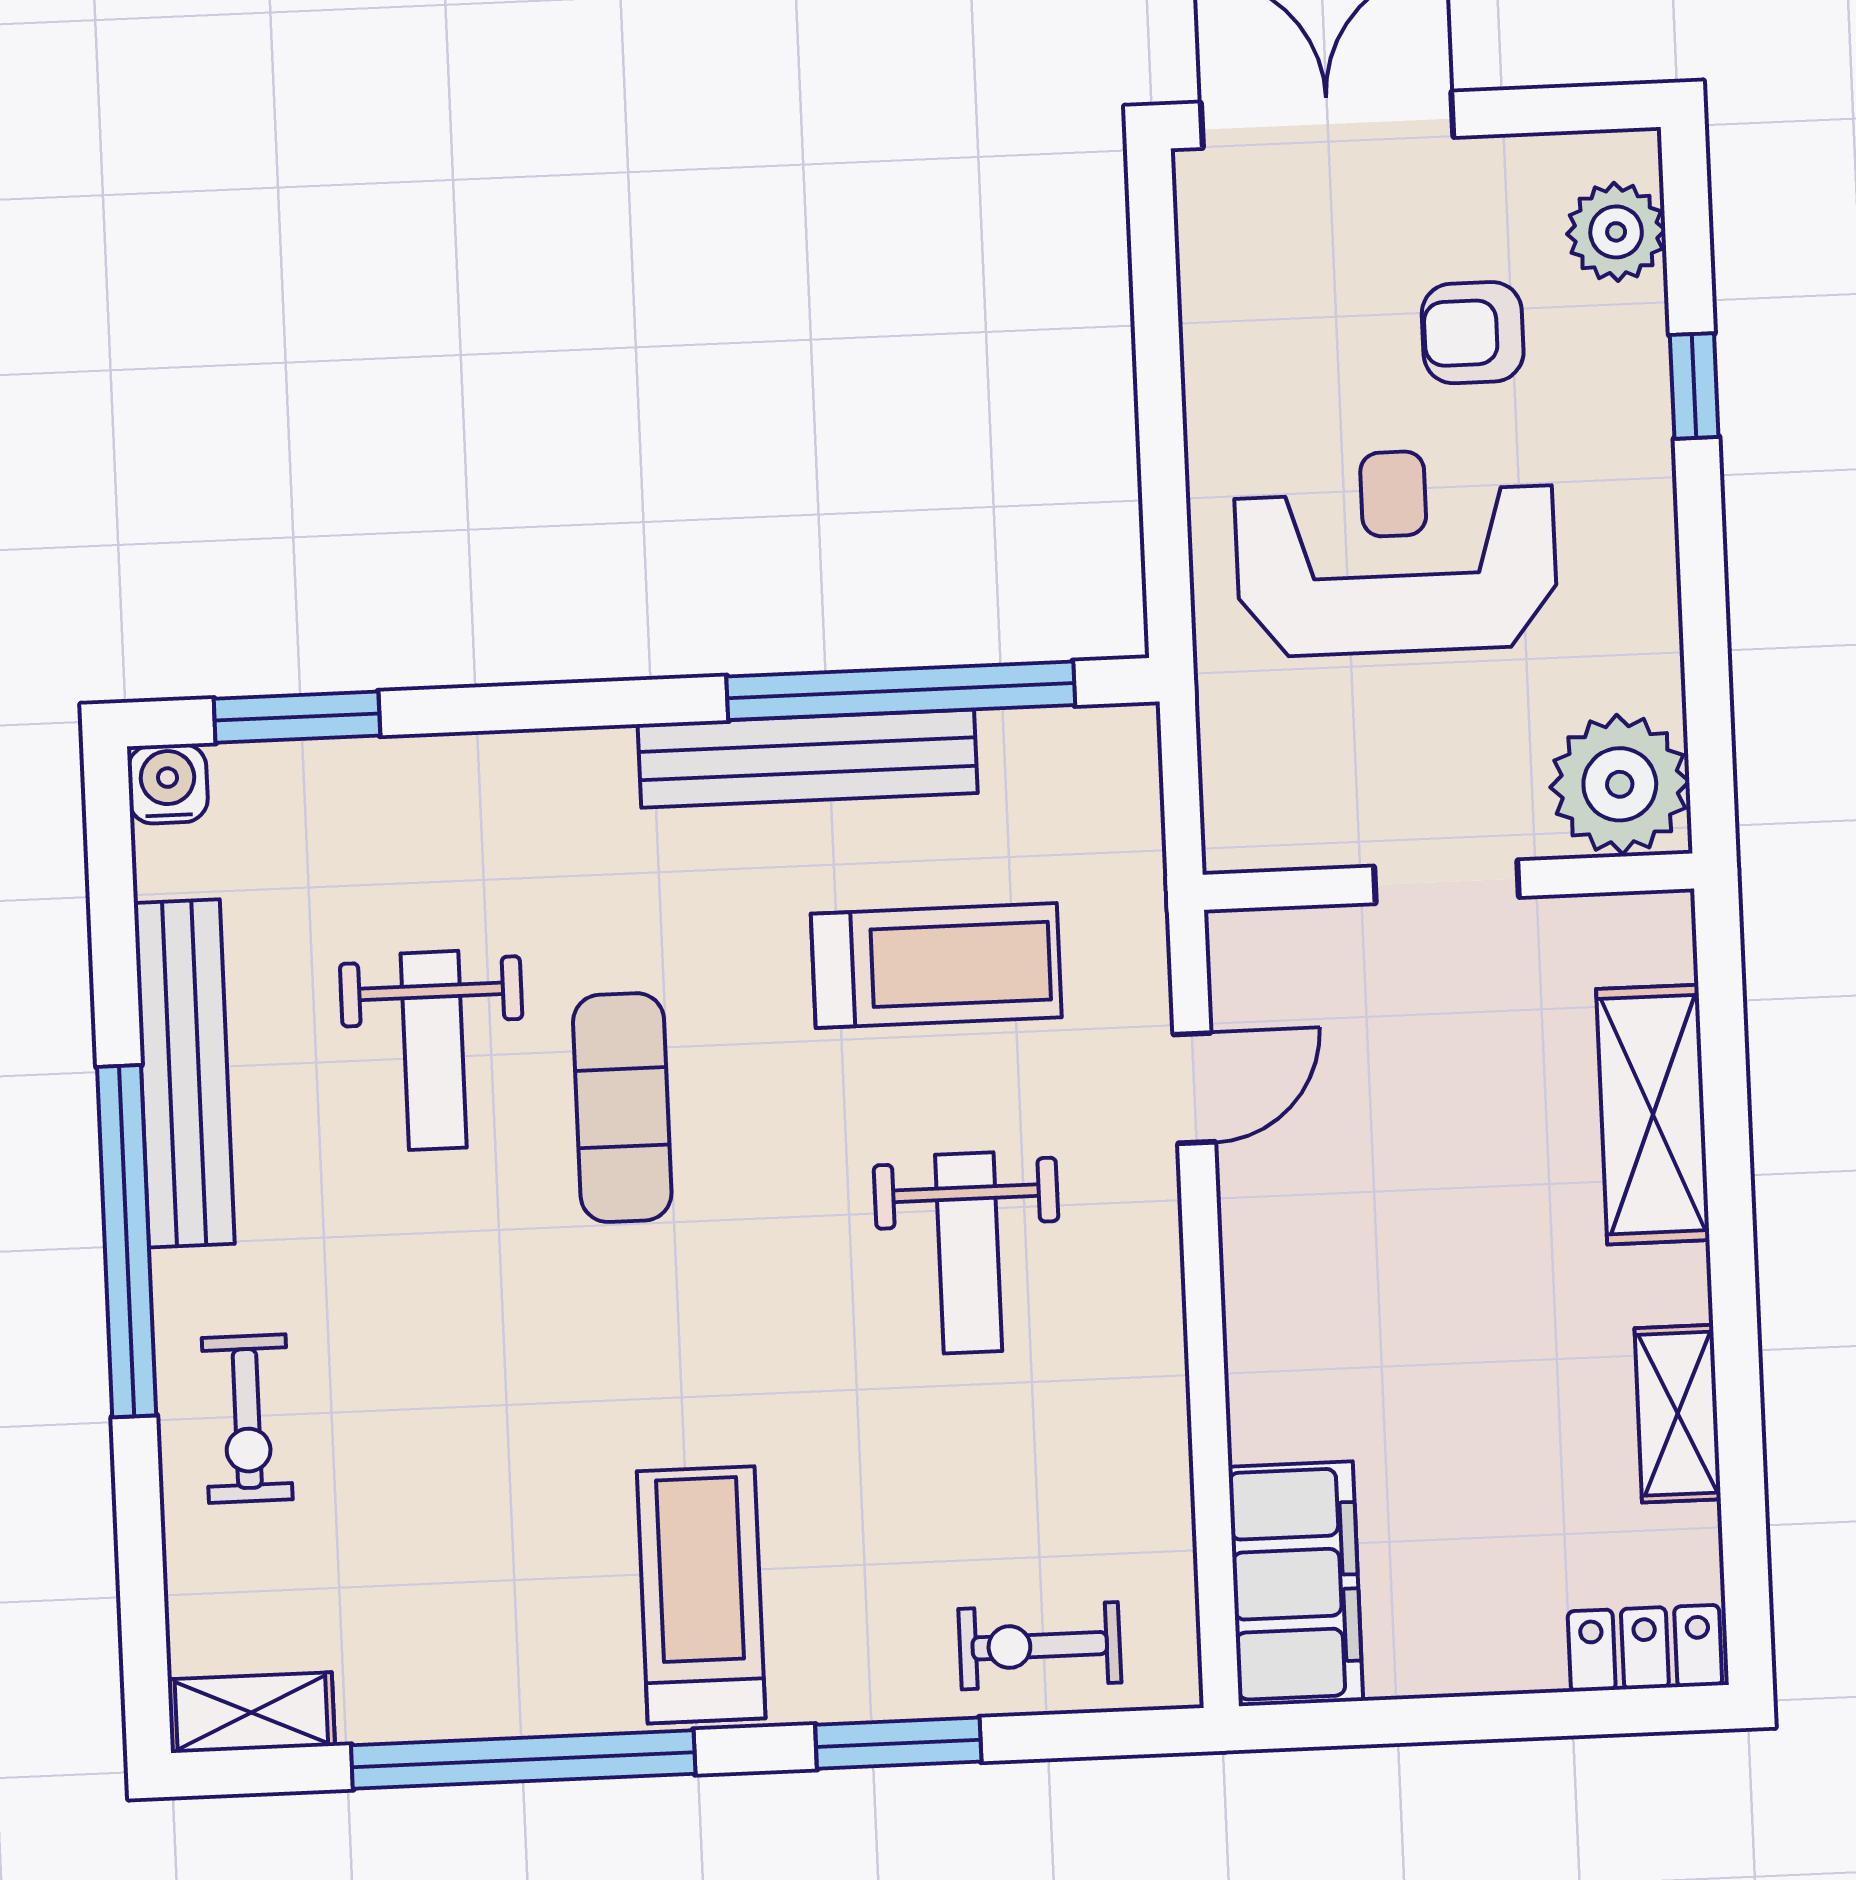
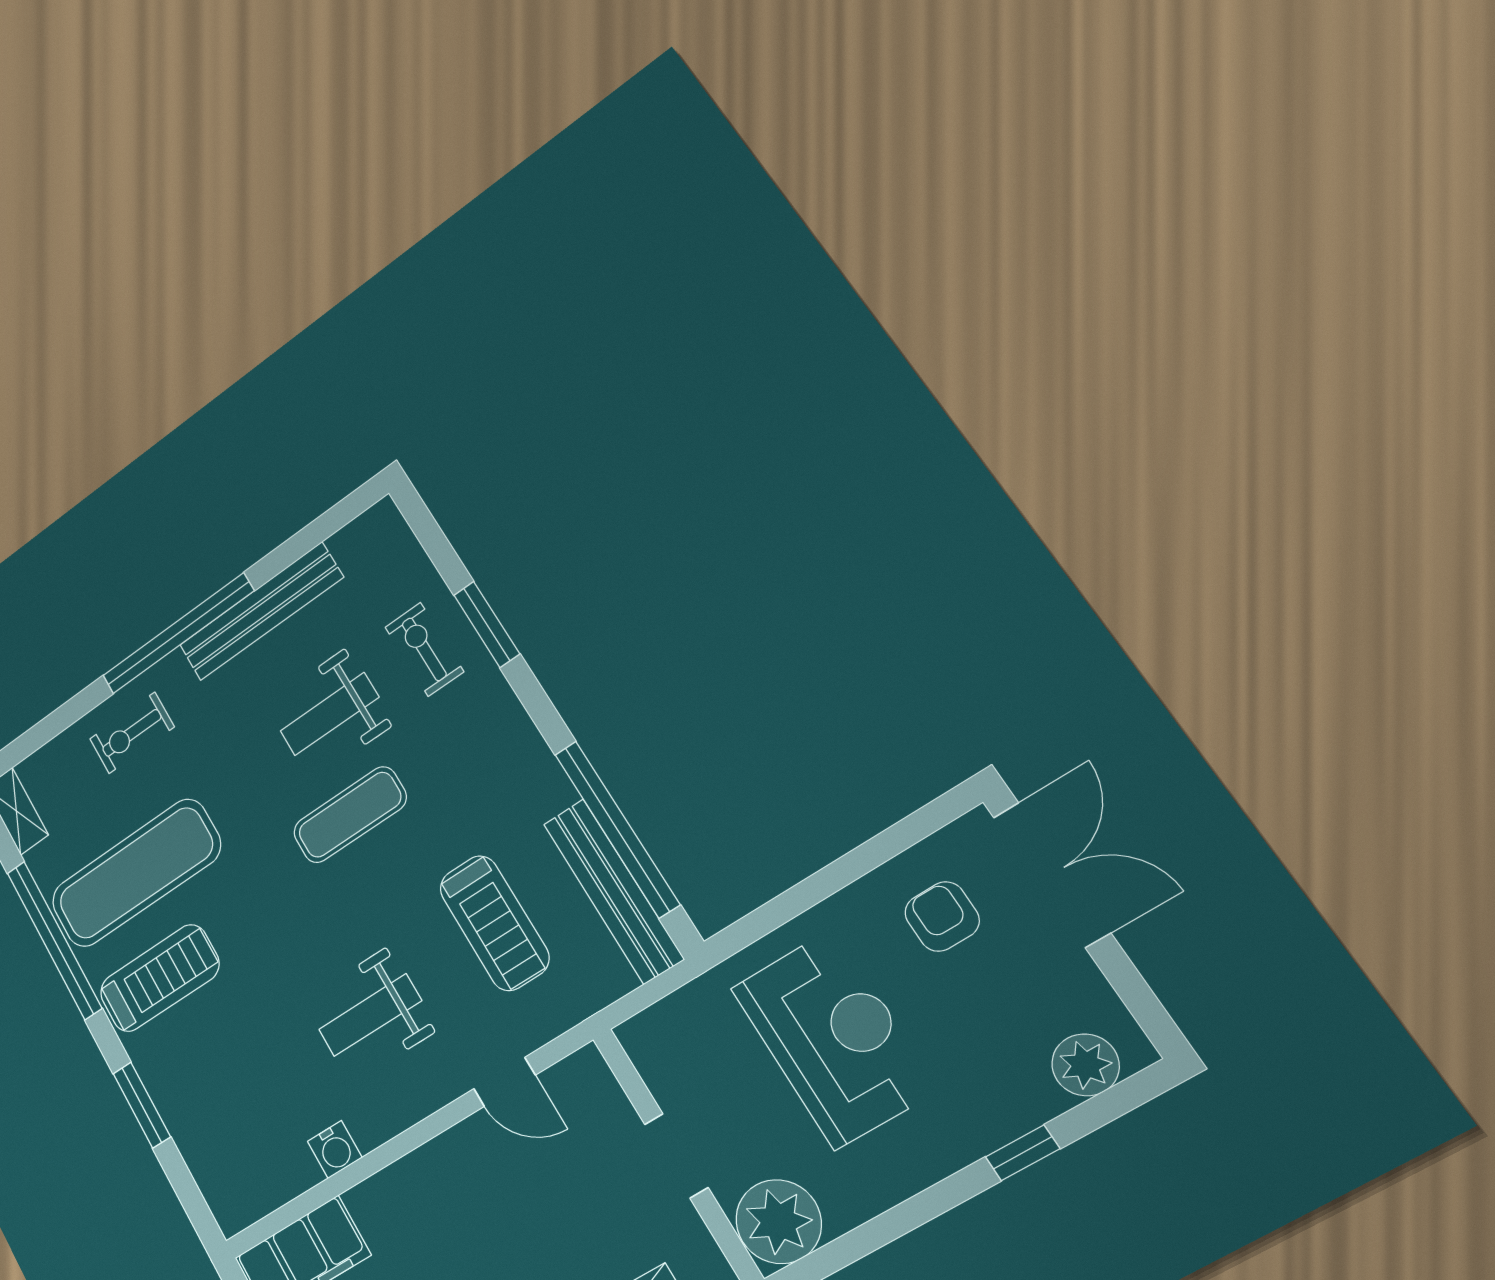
armchair: (1473, 333) -> (942, 917), moved
window: (297, 717) -> (487, 624), moved
bench: (808, 759) -> (613, 891), moved
water cooler: (168, 784) -> (335, 1149), moved, turned 90
exercise mat: (496, 1543) -> (136, 873), added
exercise bike: (1040, 1646) -> (424, 649), moved

